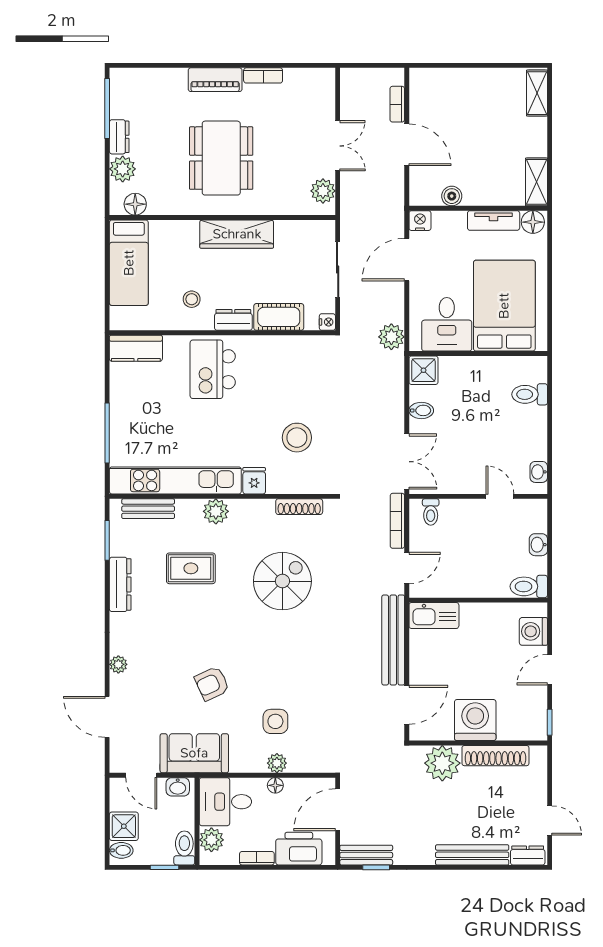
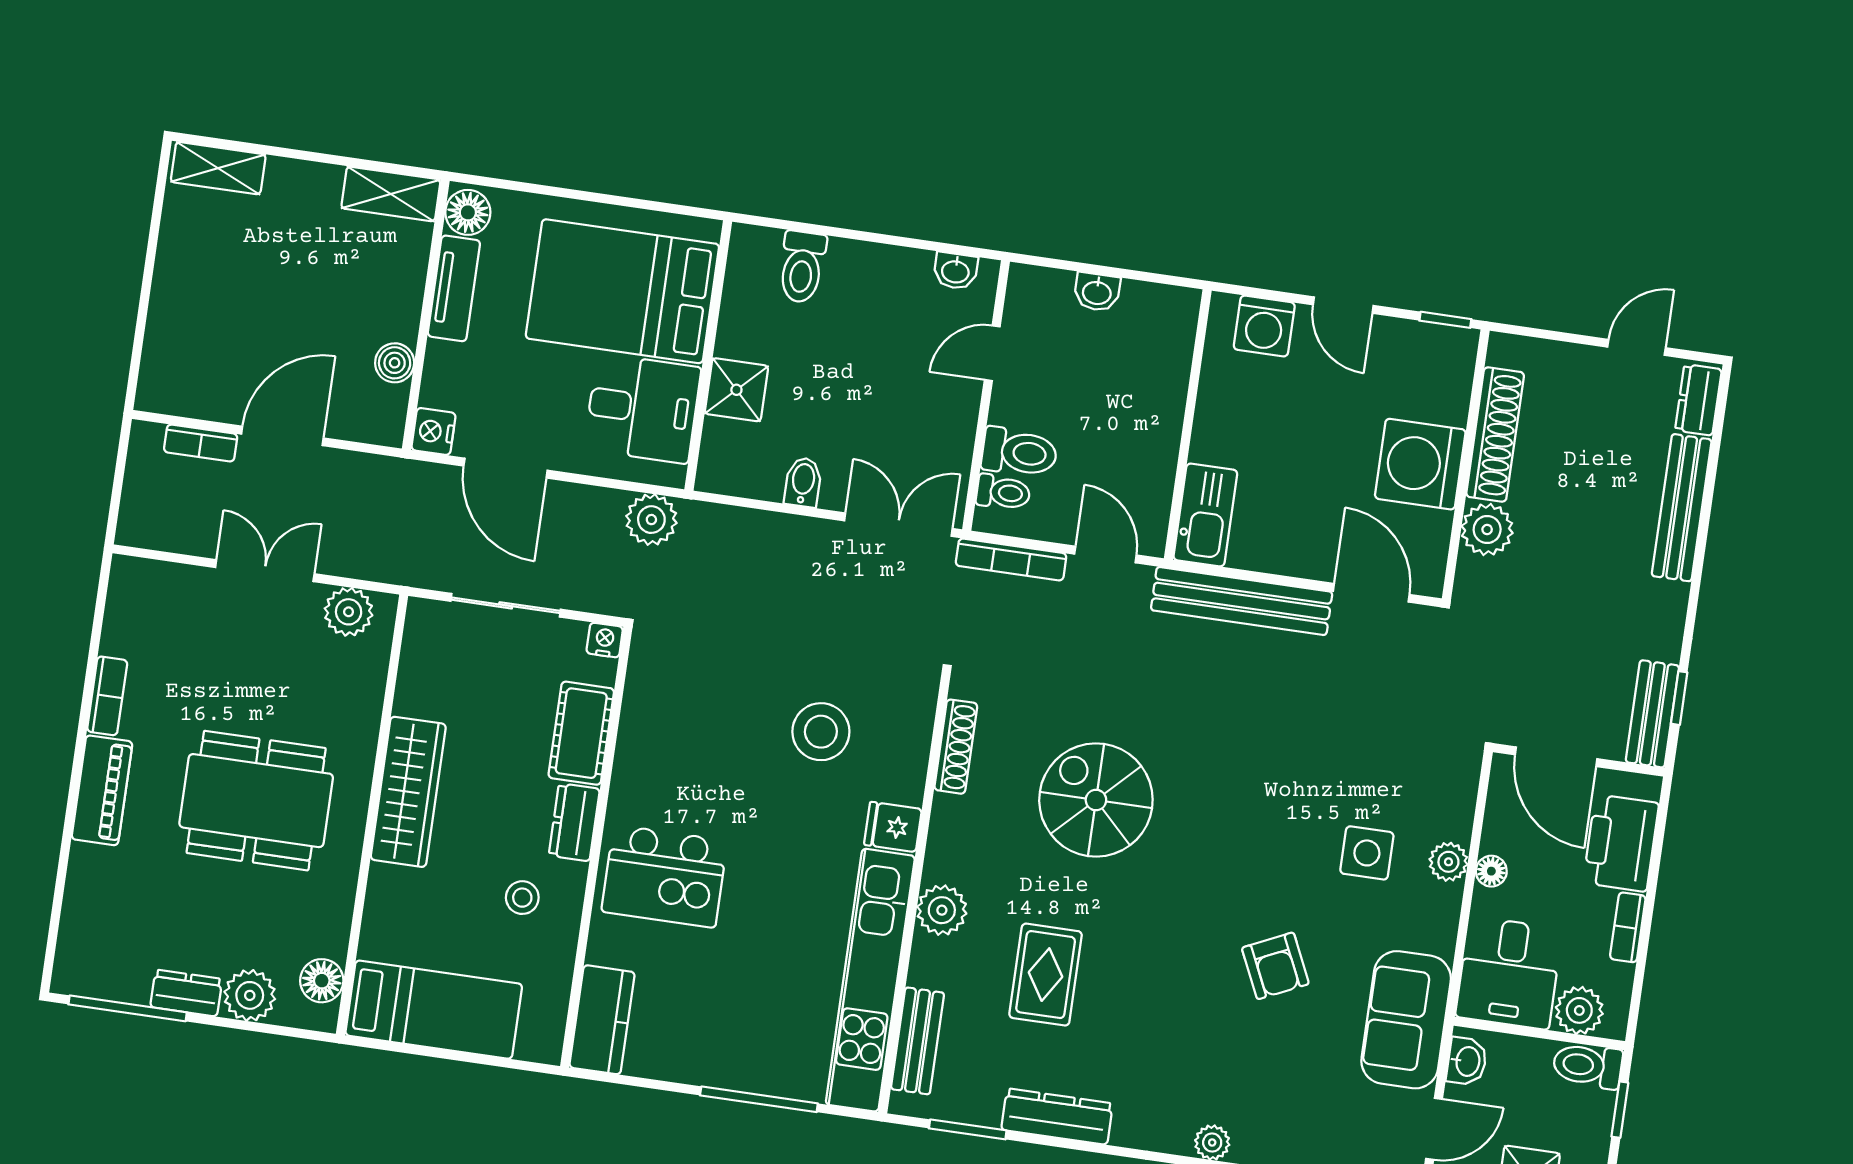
shower: (423, 370) -> (736, 390), moved
toilet: (529, 586) -> (1019, 452), moved, turned -90
plant: (442, 763) -> (1487, 530), width x0.73, depth x0.73

